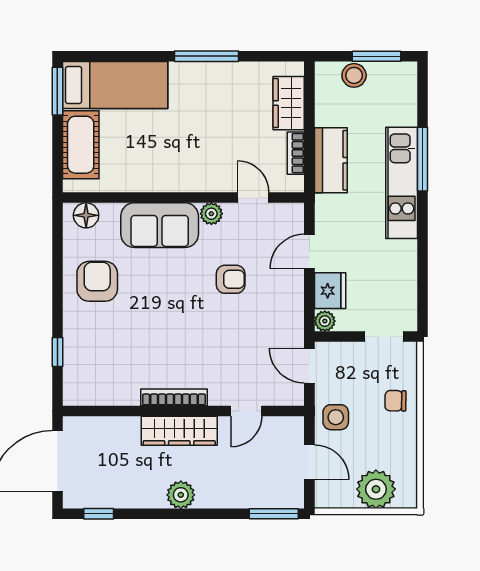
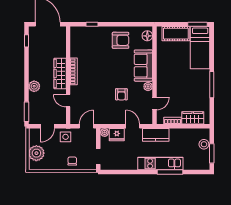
kitchen counter: (331, 160) -> (156, 135), moved
plant: (181, 495) -> (34, 86), moved

